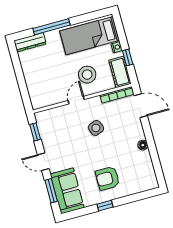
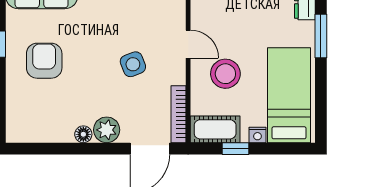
window: (51, 27) -> (321, 36), width x0.69
plant: (137, 133) -> (107, 130), added

